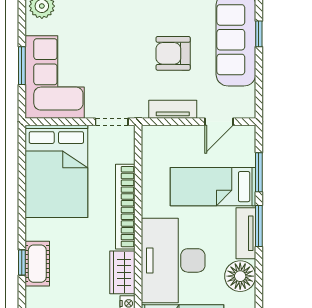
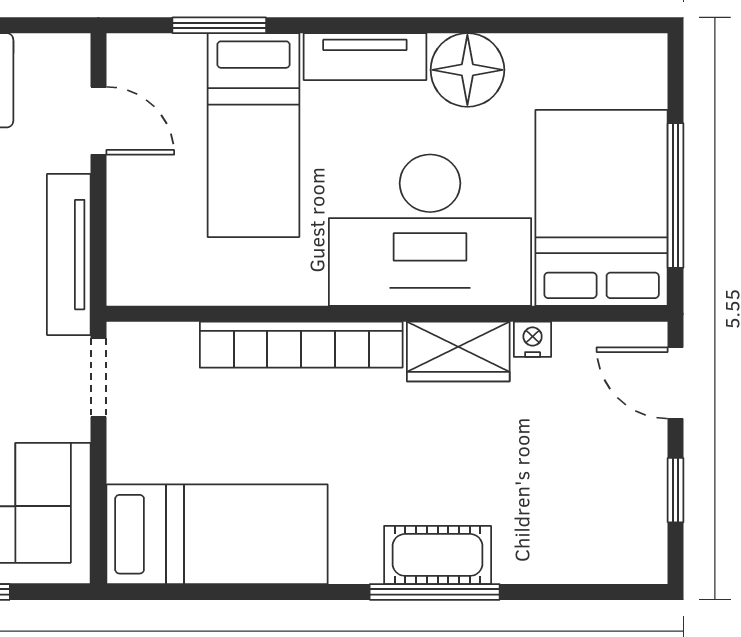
tv unit: (173, 109) -> (69, 255), width x1.41
bed: (56, 171) -> (217, 534), width x0.67
window: (259, 226) -> (348, 25), removed
window: (22, 262) -> (435, 592), width x2.17

